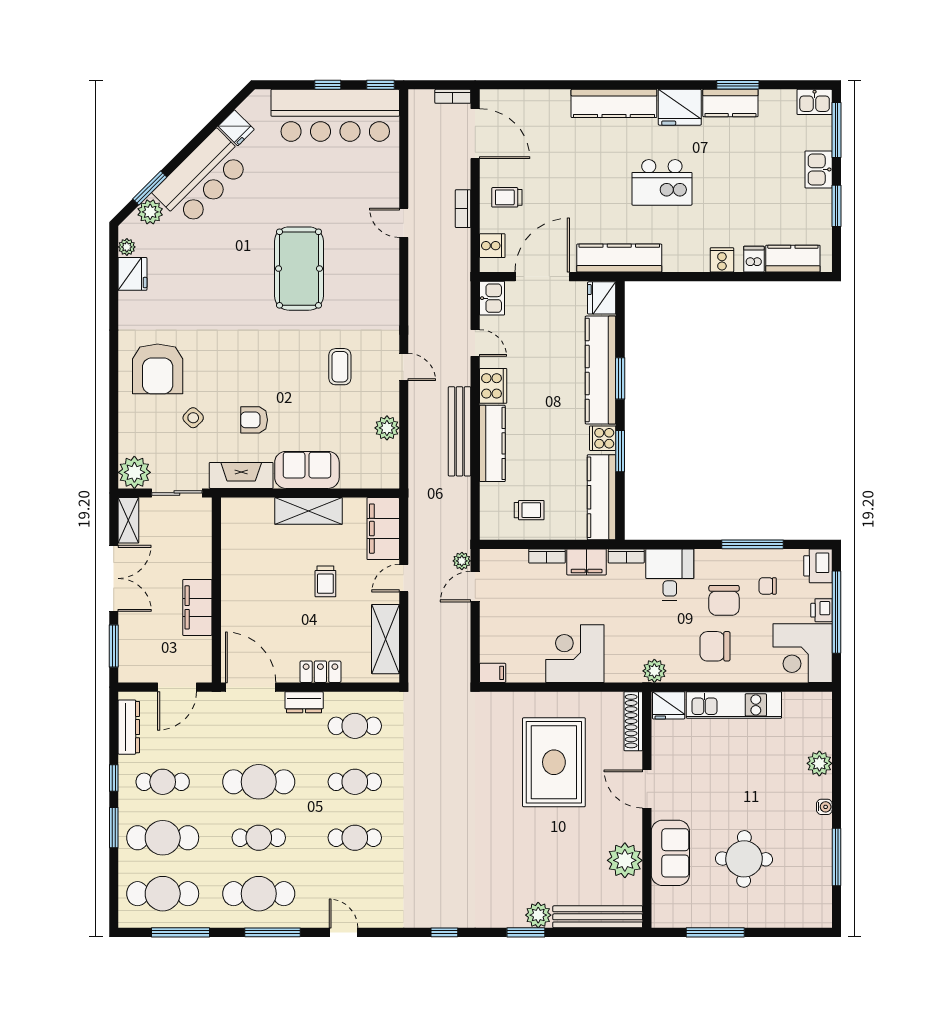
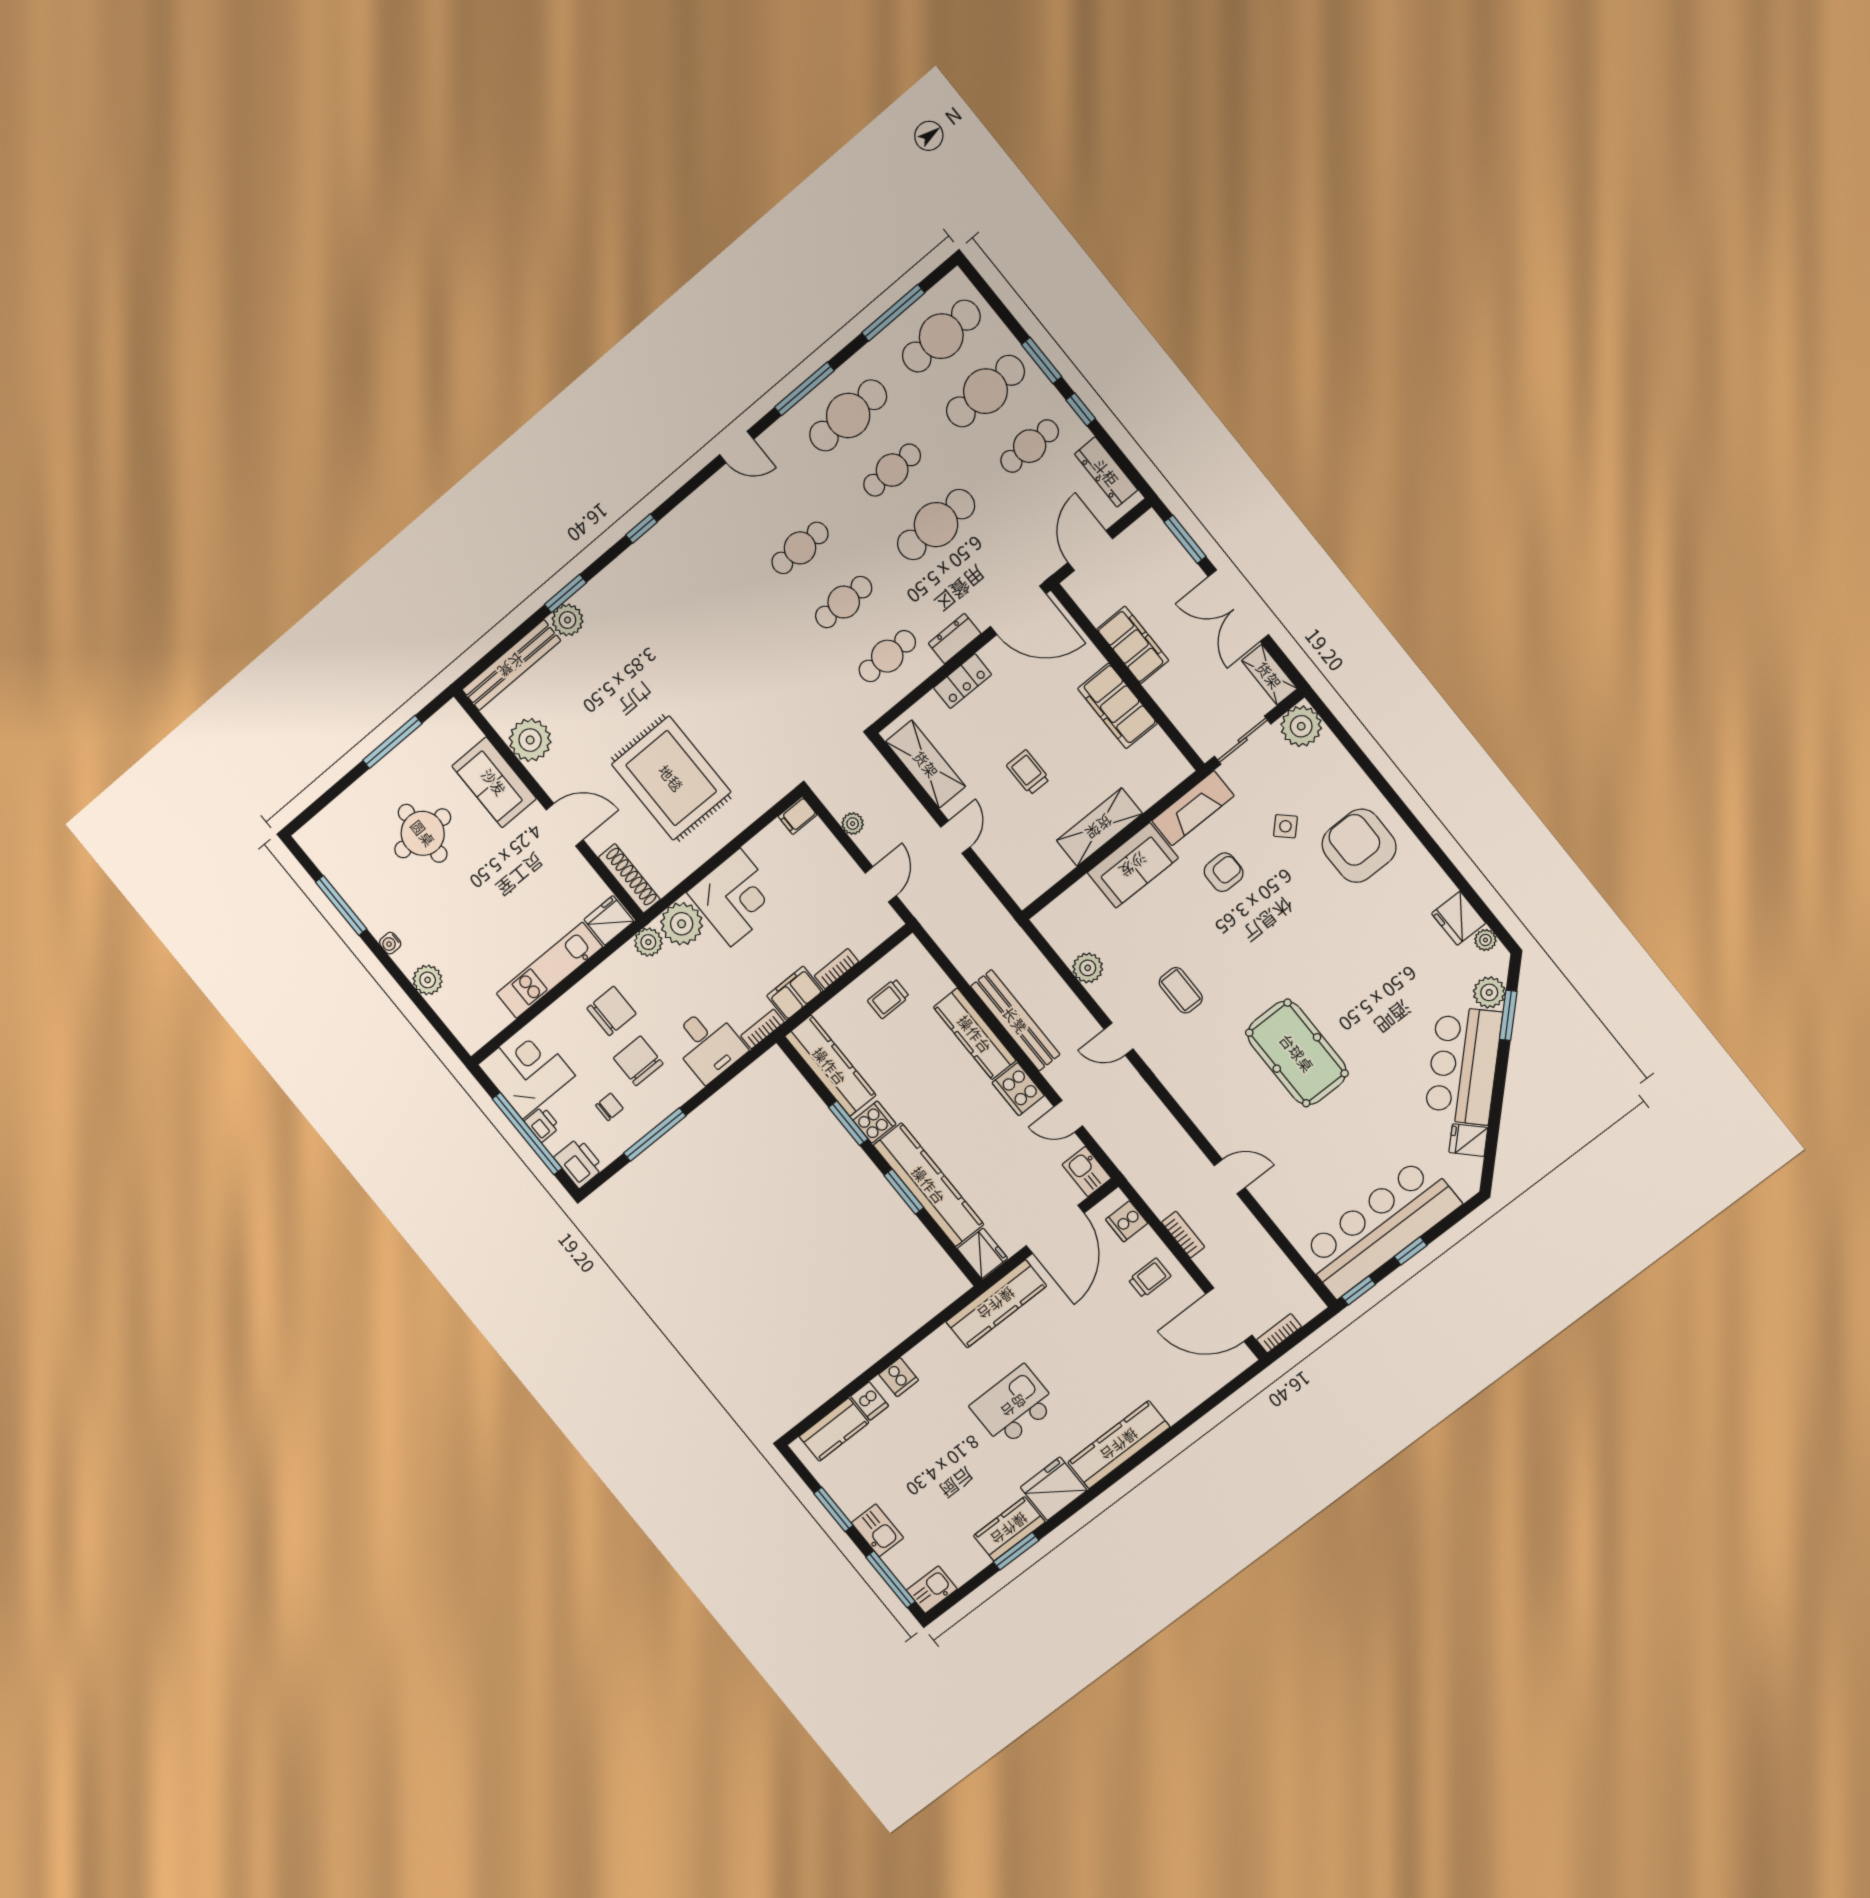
filing cabinet: (383, 529) -> (1117, 706), moved, turned 180
plant: (462, 561) -> (853, 824), moved
plant: (623, 665) -> (682, 924), added

